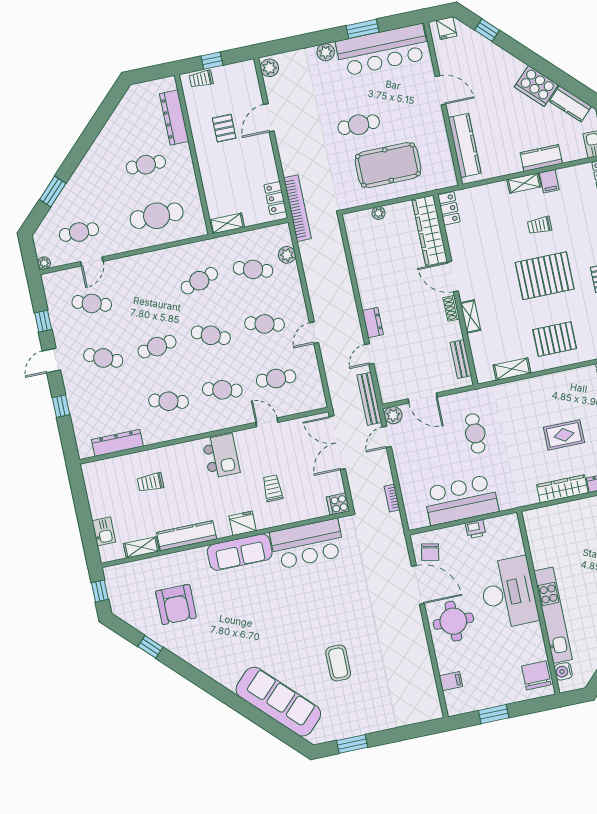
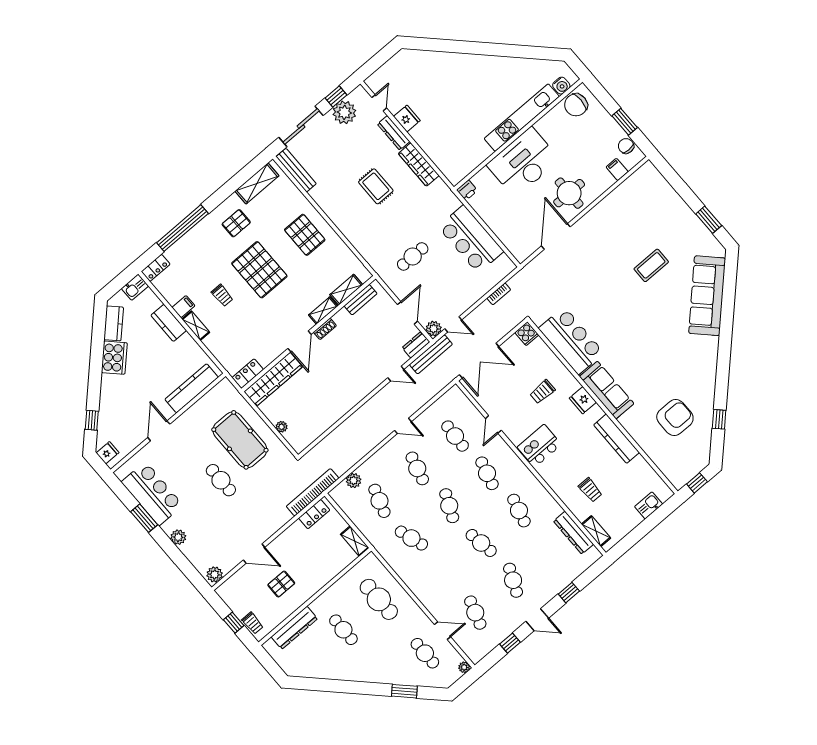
bar counter: (382, 50) -> (152, 494), width x0.73
dresser: (373, 323) -> (416, 345), moved
shelving: (512, 369) -> (346, 290), moved, turned 90
printer: (476, 529) -> (467, 190), moved, turned 90
shelving: (141, 547) -> (596, 531), moved
chair: (430, 552) -> (626, 146), moved, turned -101

